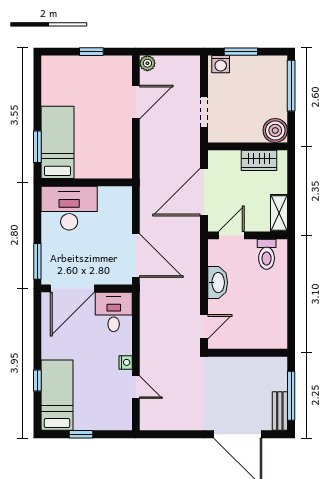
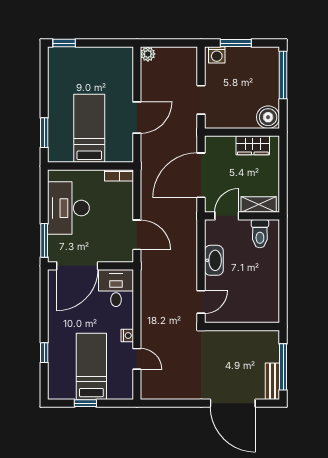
window: (91, 52) -> (64, 43), moved
door: (136, 102) -> (137, 117), moved
bed: (57, 142) -> (89, 128), moved
bookcase: (117, 192) -> (119, 175), added
desk: (69, 208) -> (68, 208), moved, turned -90
shelving: (279, 213) -> (259, 204), moved, turned 90
door: (136, 256) -> (137, 235), width x0.73
bed: (57, 395) -> (91, 366), moved

